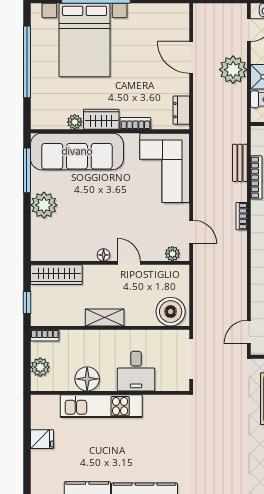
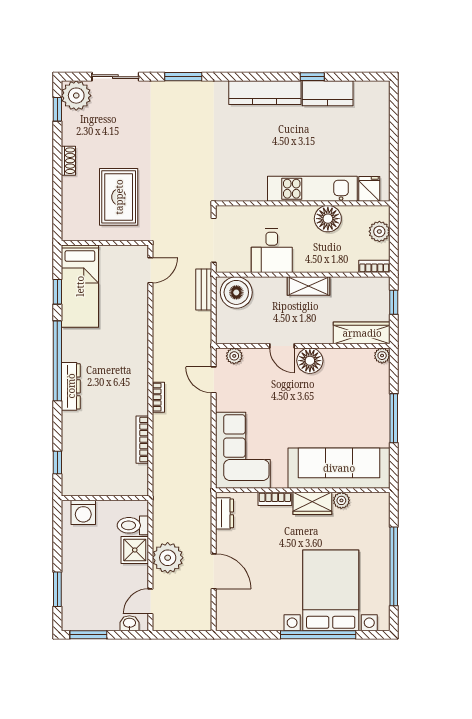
bench: (240, 163) -> (204, 289), moved
window: (27, 170) -> (394, 418), moved
plant: (44, 205) -> (382, 356), moved, width x0.53, depth x0.53
floor lamp: (104, 255) -> (310, 361), width x1.89, depth x1.89
desk: (136, 371) -> (272, 251), moved, turned 180
fridge: (42, 439) -> (369, 189), moved, turned 90

